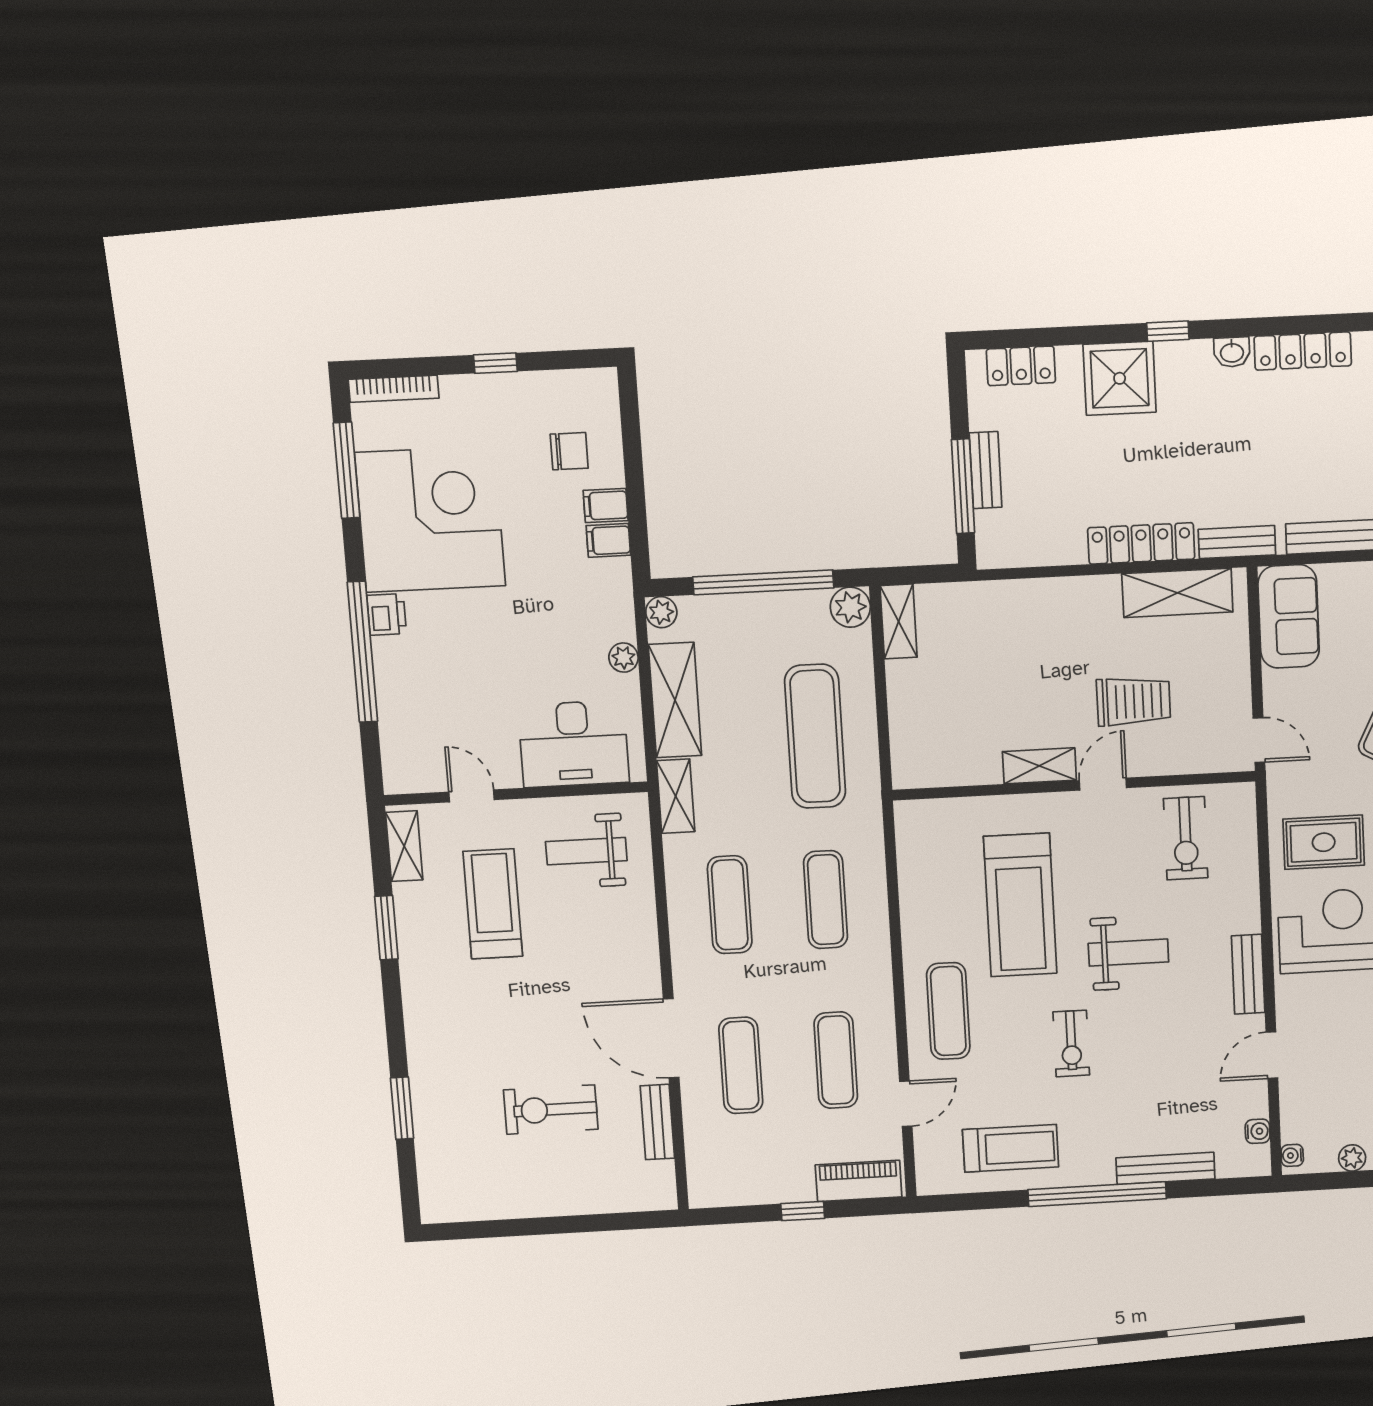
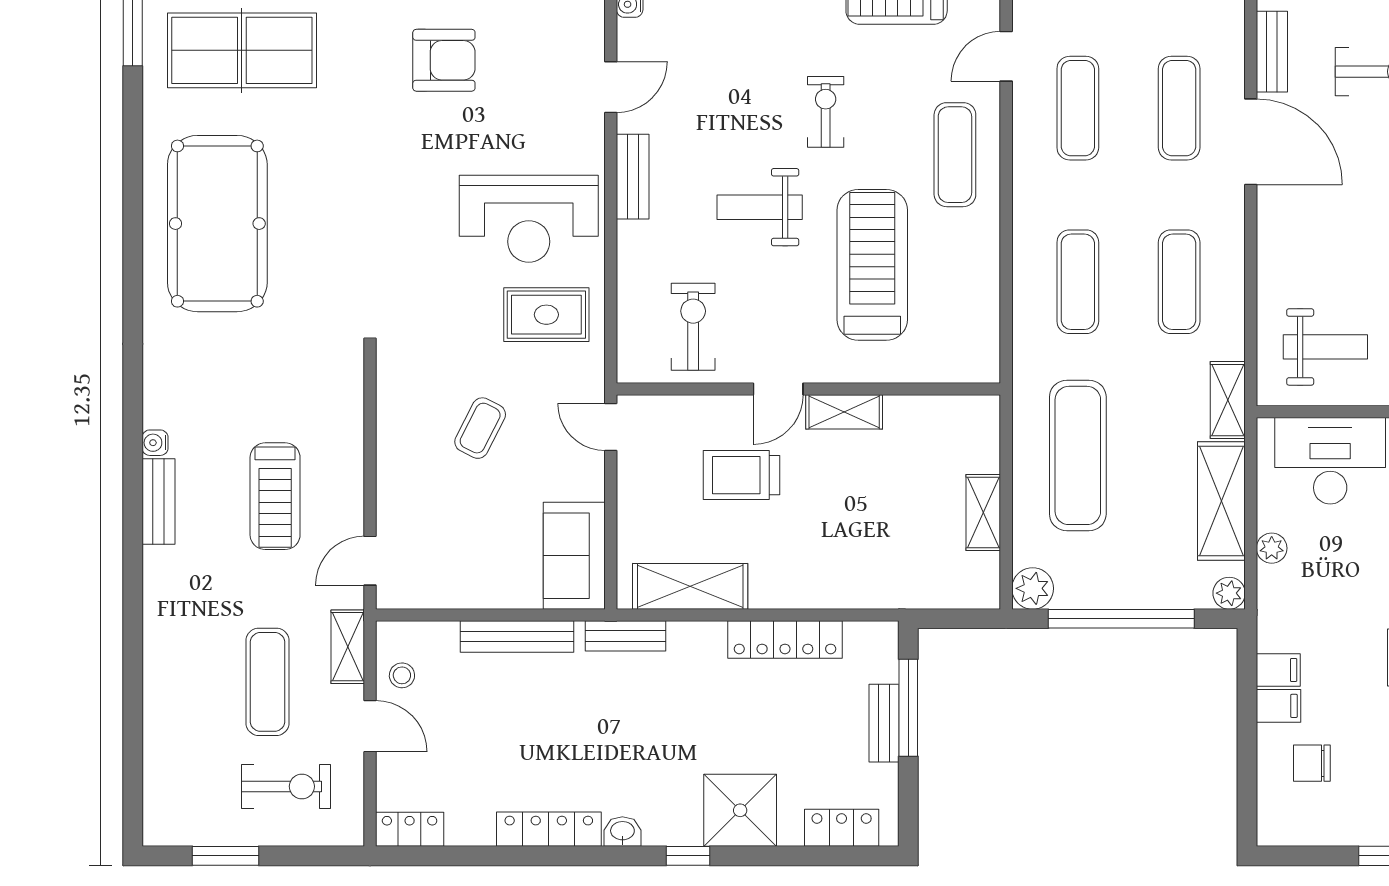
locker: (1141, 543) -> (785, 640), moved
shelving: (899, 621) -> (983, 512), moved

